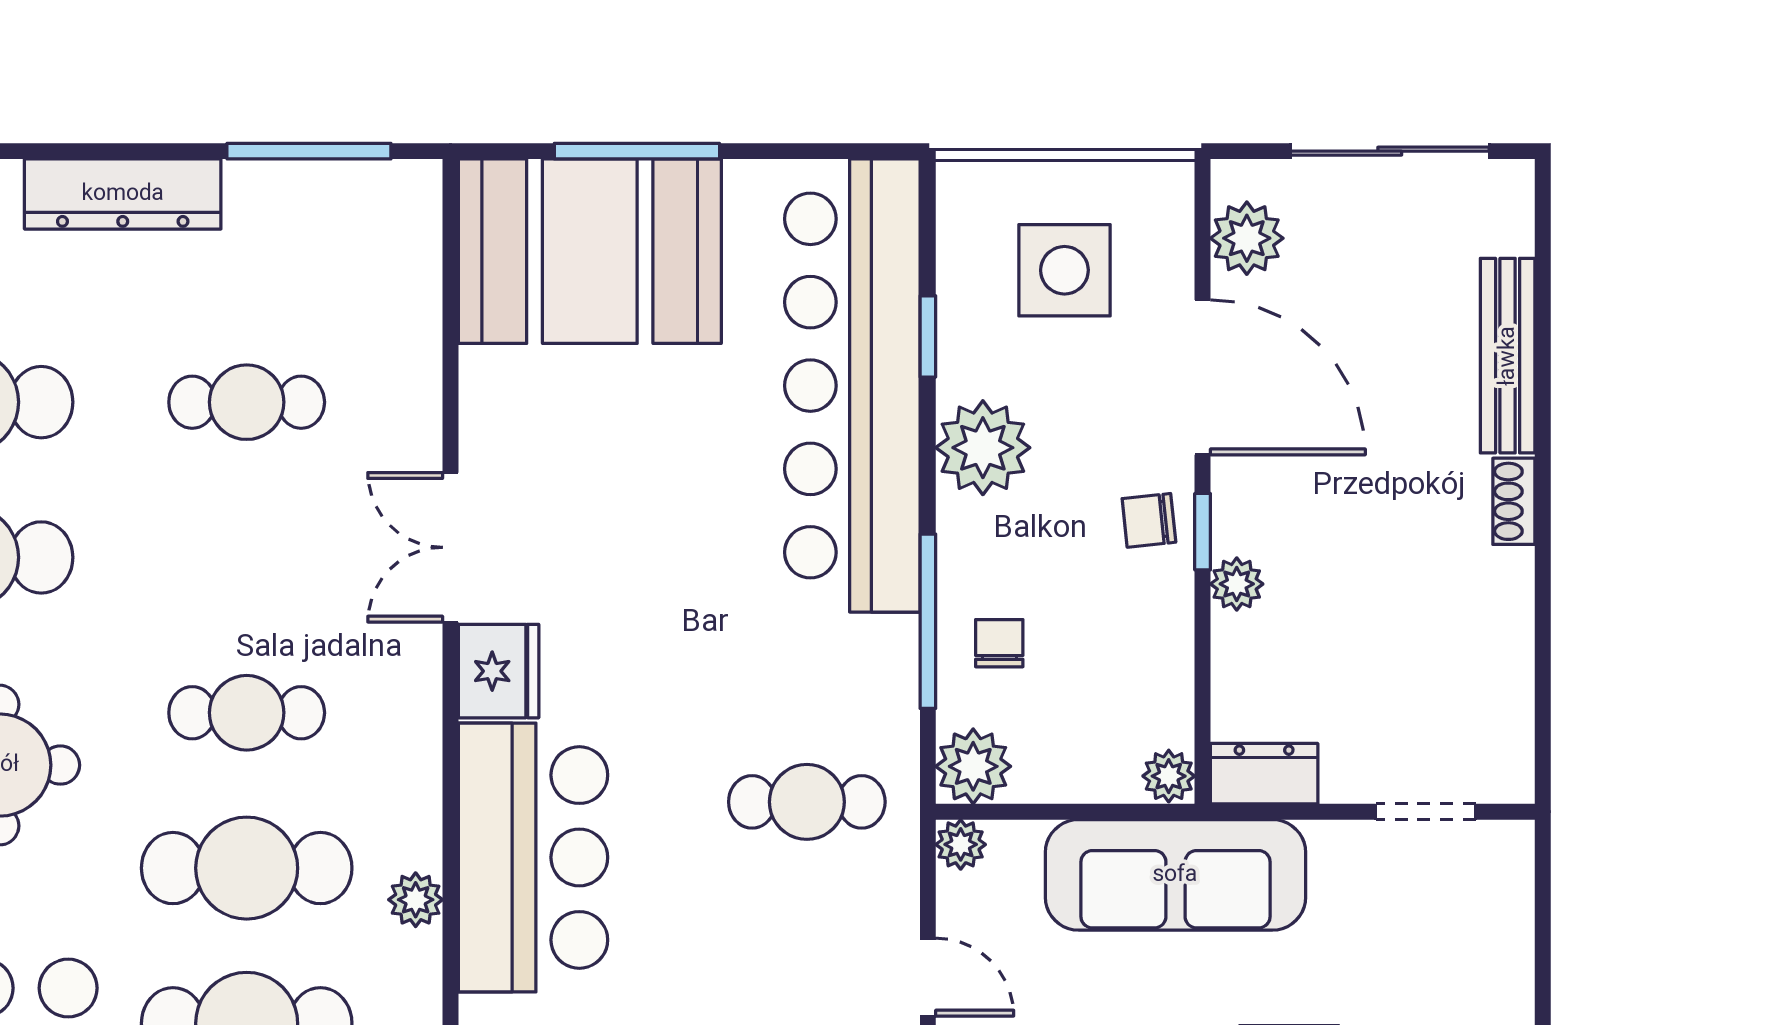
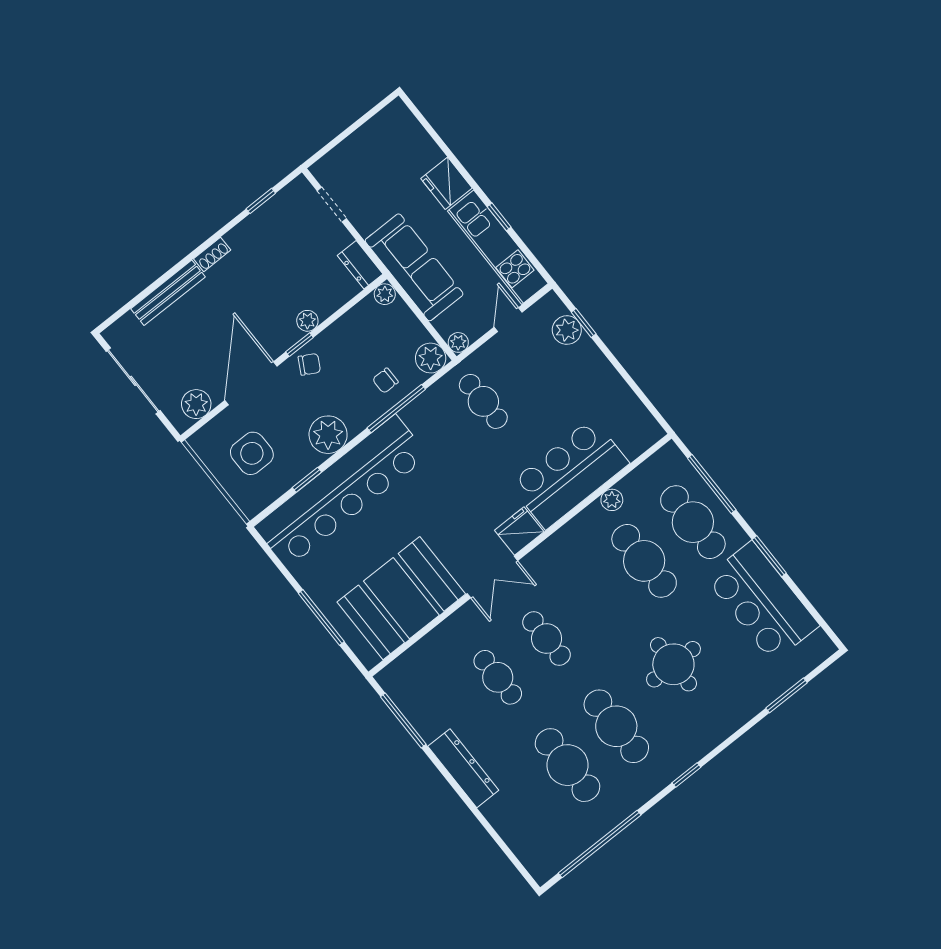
booth: (590, 251) -> (401, 598), moved, turned 90
chair: (1149, 520) -> (309, 364), turned -55
window: (1543, 679) -> (261, 201), added
cafe table: (247, 713) -> (547, 639), moved

